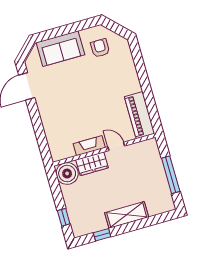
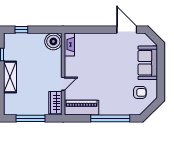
window: (143, 76) -> (110, 118), added
fireplace: (89, 146) -> (69, 45), moved
wardrobe: (92, 164) -> (55, 103), moved

